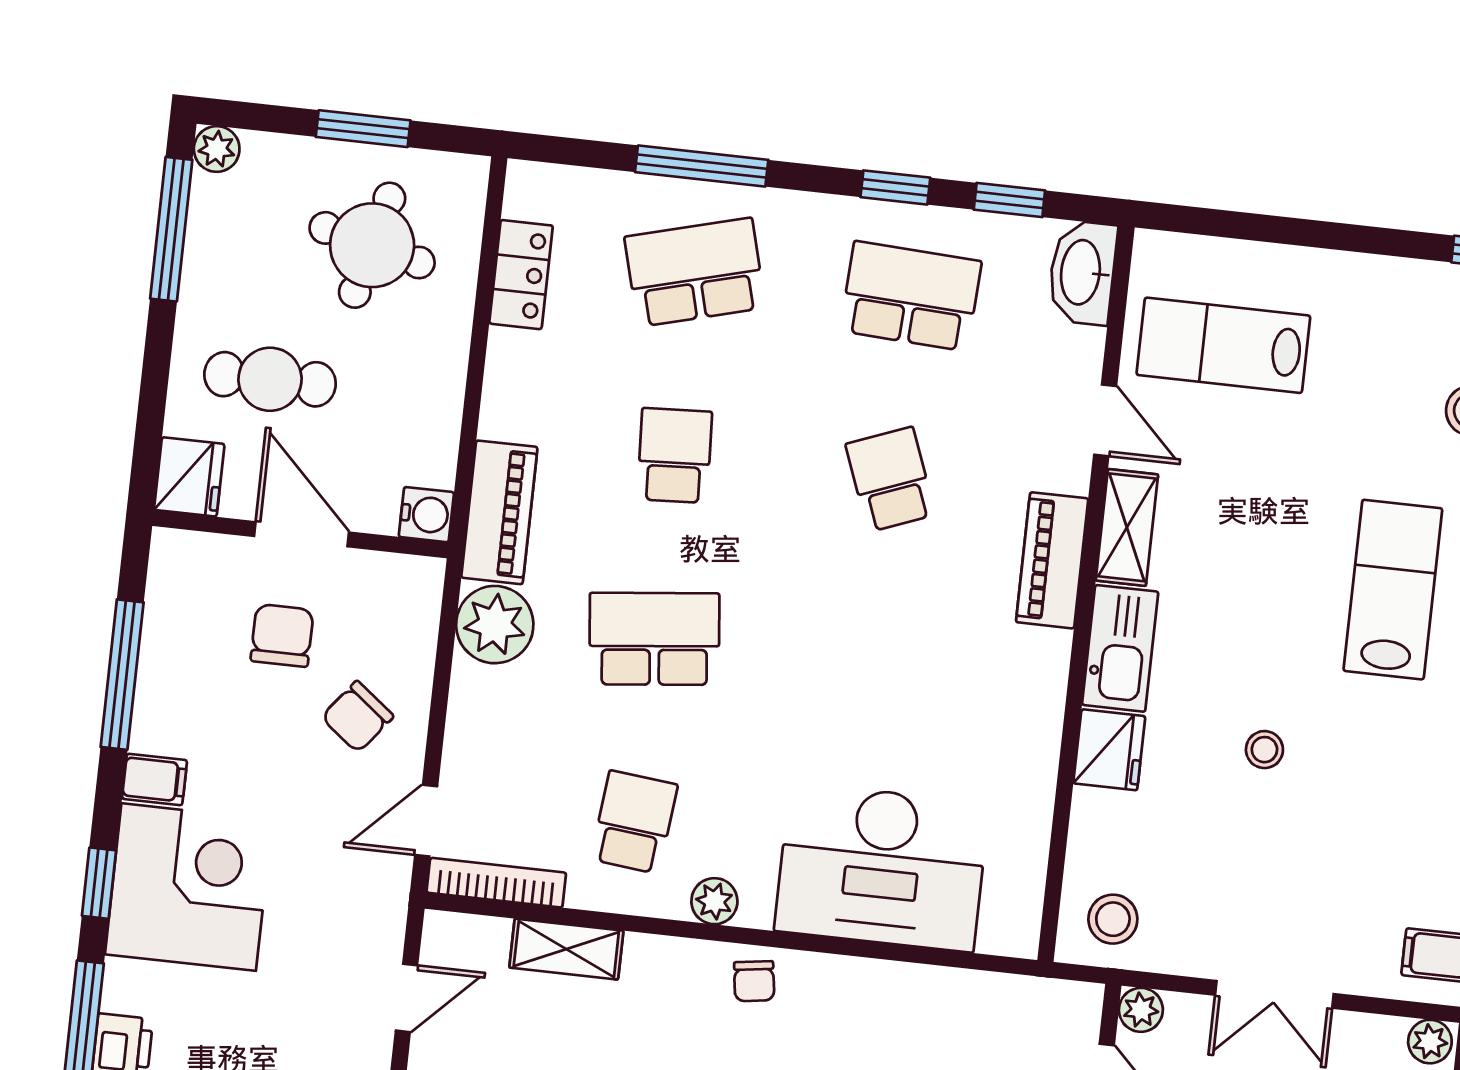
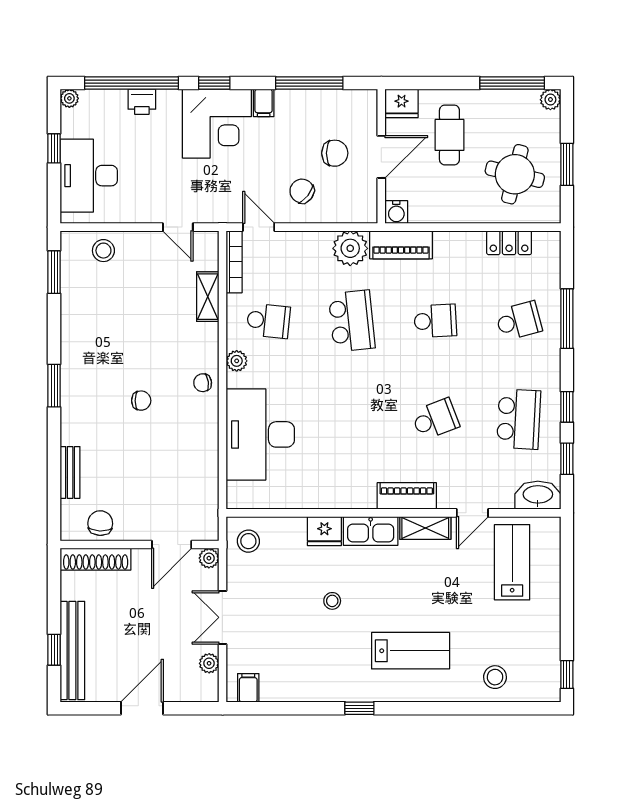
school desk: (695, 272) -> (519, 321), width x0.54
plant: (1430, 1042) -> (209, 663), moved

